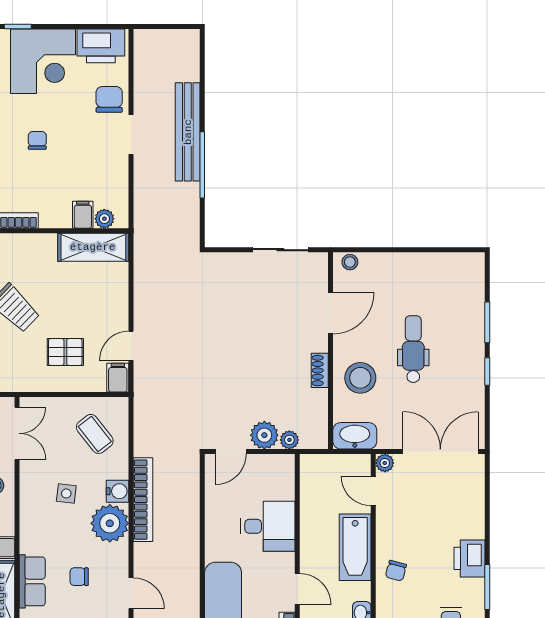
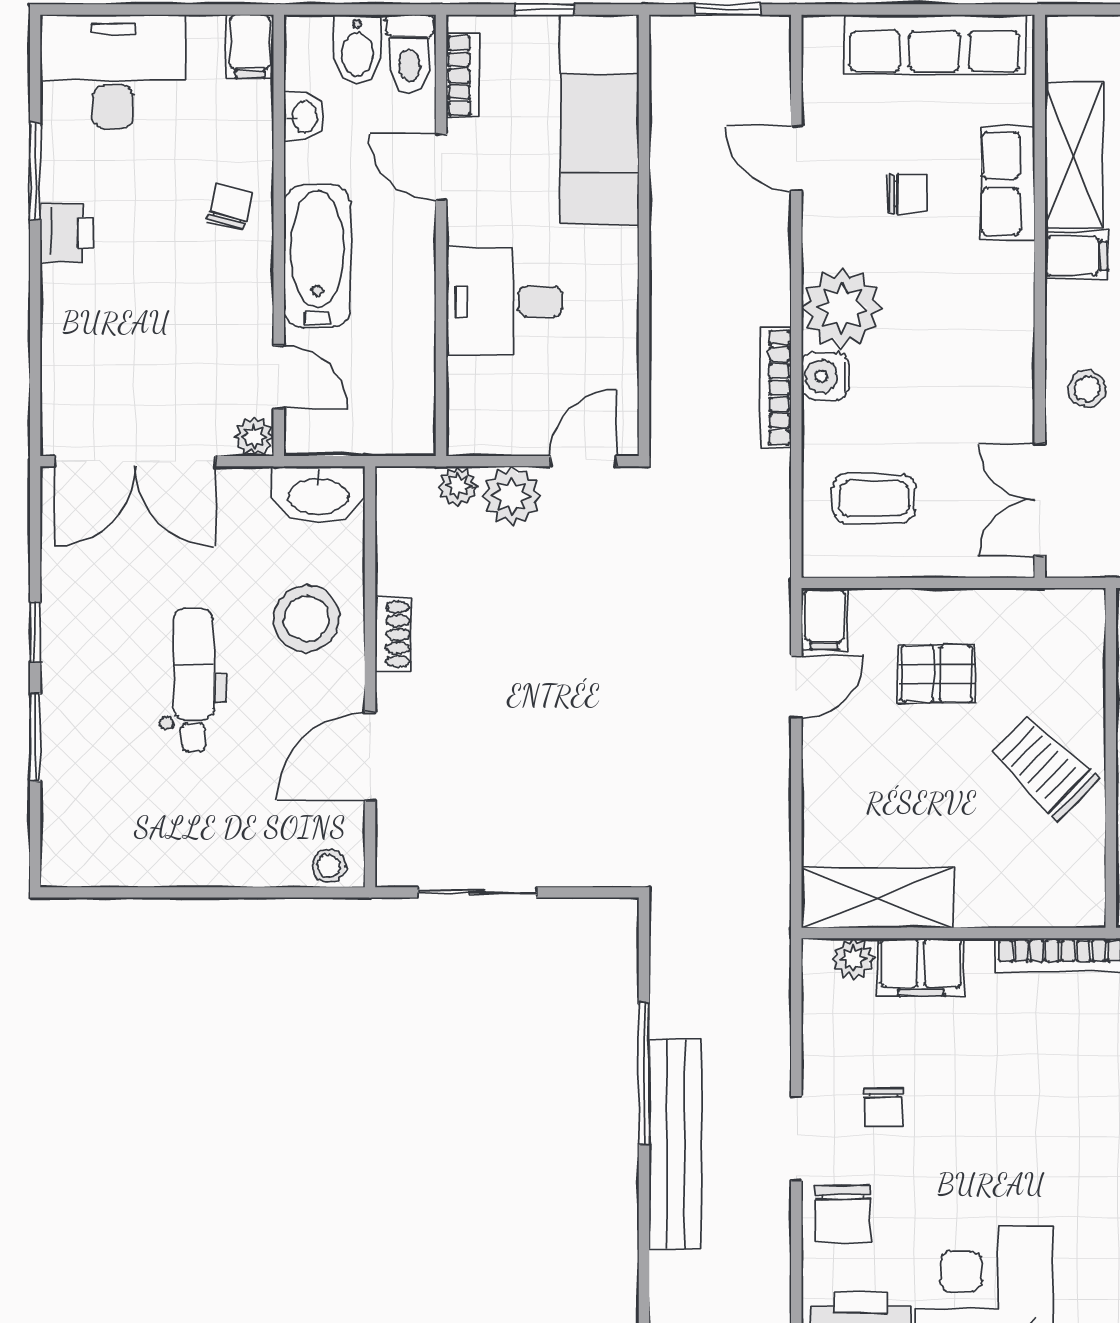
chair: (37, 140) -> (883, 1107), moved
filing cabinet: (83, 215) -> (921, 967), width x2.00
dental chair: (413, 349) -> (193, 680), turned 180
coffee table: (95, 434) -> (874, 499), turned -52
side table: (66, 493) -> (935, 371), removed
bookcase: (143, 500) -> (776, 388), width x0.68, depth x0.76
printer: (469, 558) -> (67, 233), width x0.73, depth x0.81

